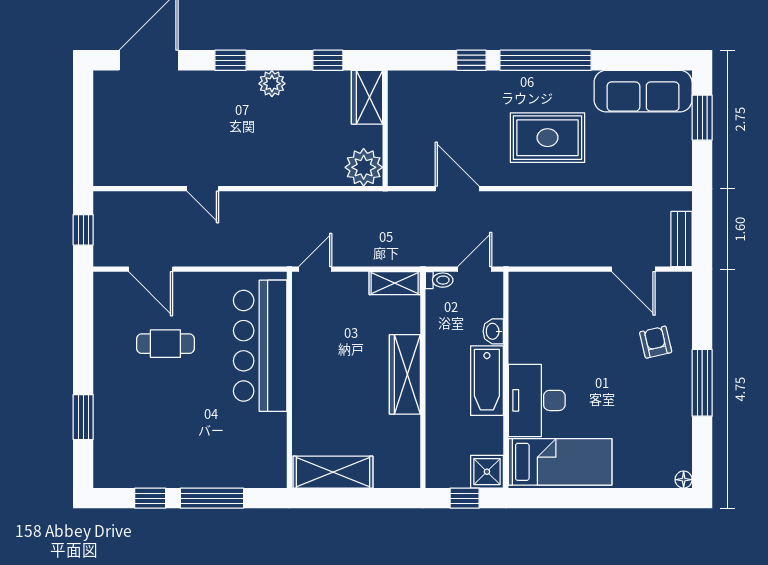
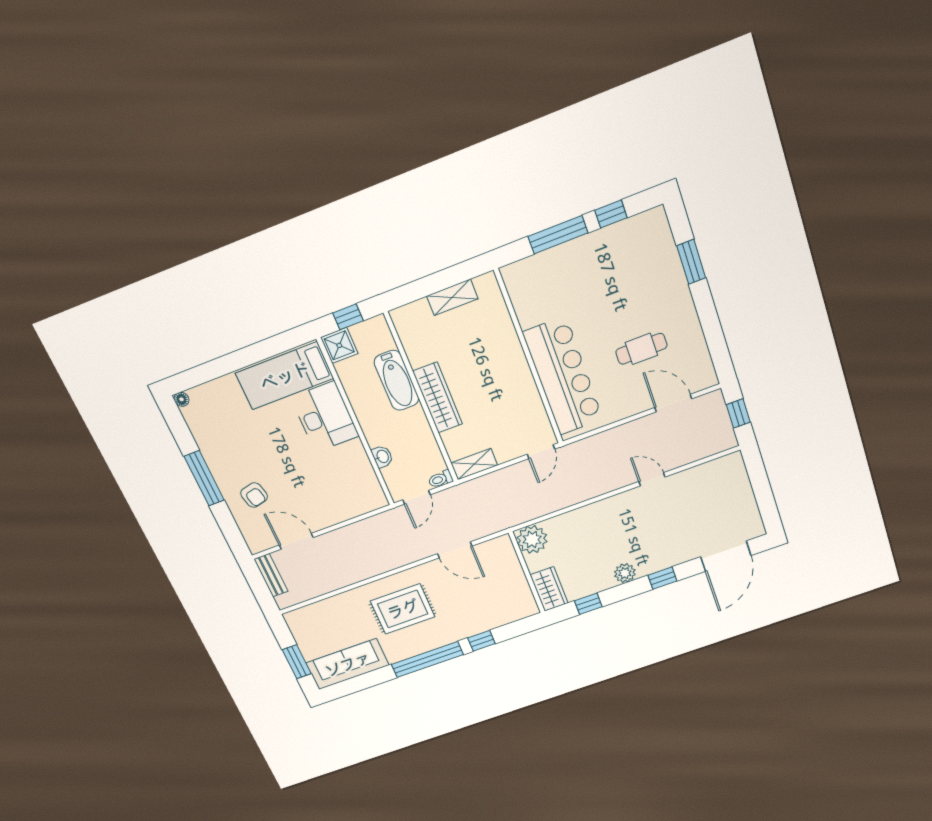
bathtub: (487, 381) -> (397, 380), moved, turned 180
shelving: (333, 472) -> (452, 297), width x0.67, depth x0.75

